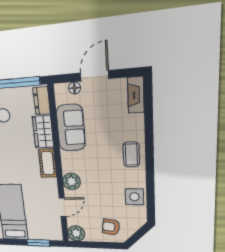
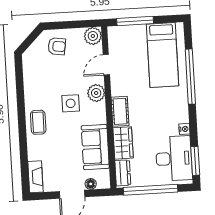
side table: (134, 197) -> (71, 103), moved
window: (38, 243) -> (135, 21), width x1.44

